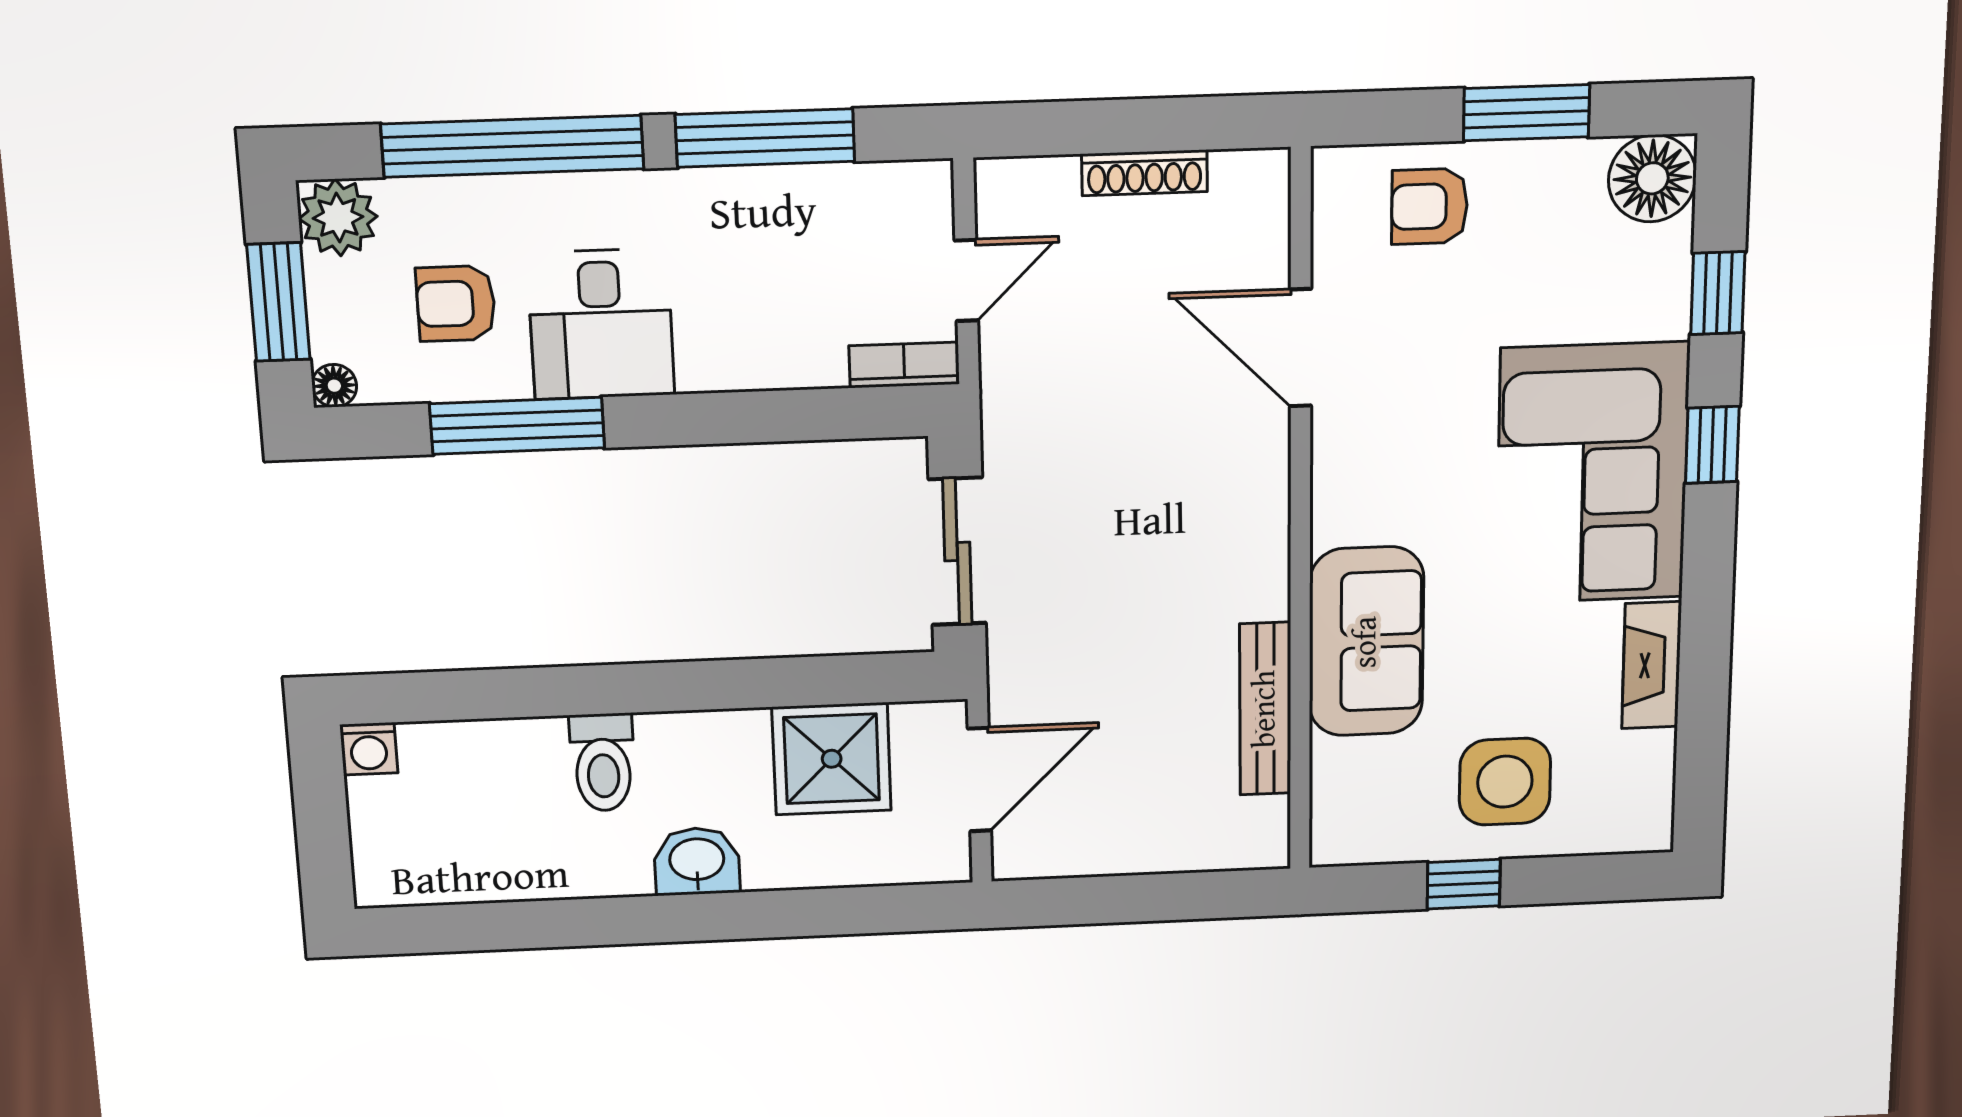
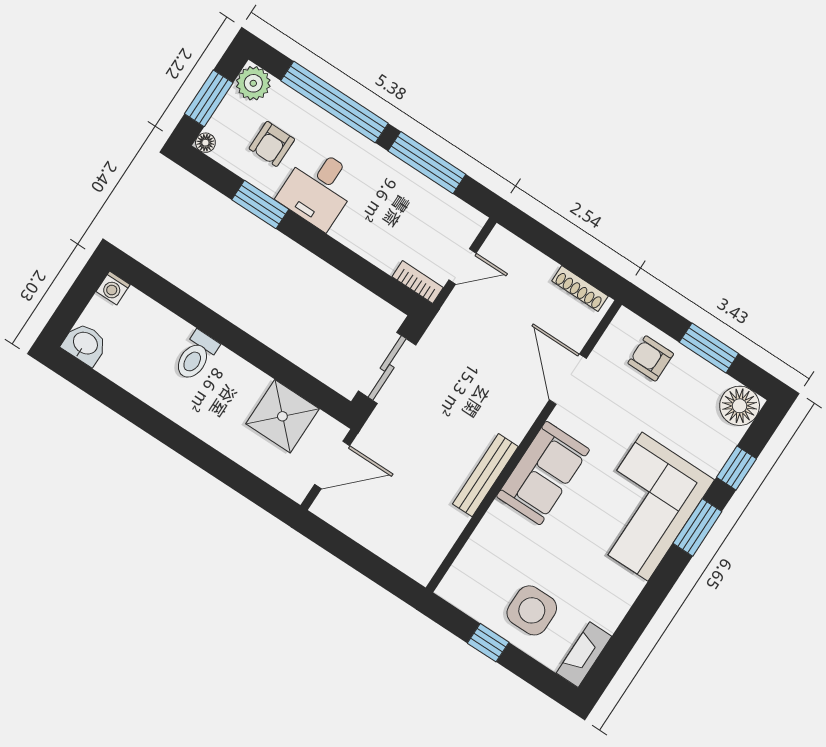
shoe rack: (1145, 173) -> (580, 289), moved
armchair: (456, 303) -> (272, 144), turned -90
window: (517, 426) -> (260, 204), width x0.69
window: (1712, 445) -> (697, 527), width x1.50
sofa: (1366, 642) -> (543, 473), moved
fireplace: (1652, 665) -> (584, 655), moved
bench: (1265, 709) -> (485, 475), moved
washbasin: (697, 861) -> (85, 344), moved

